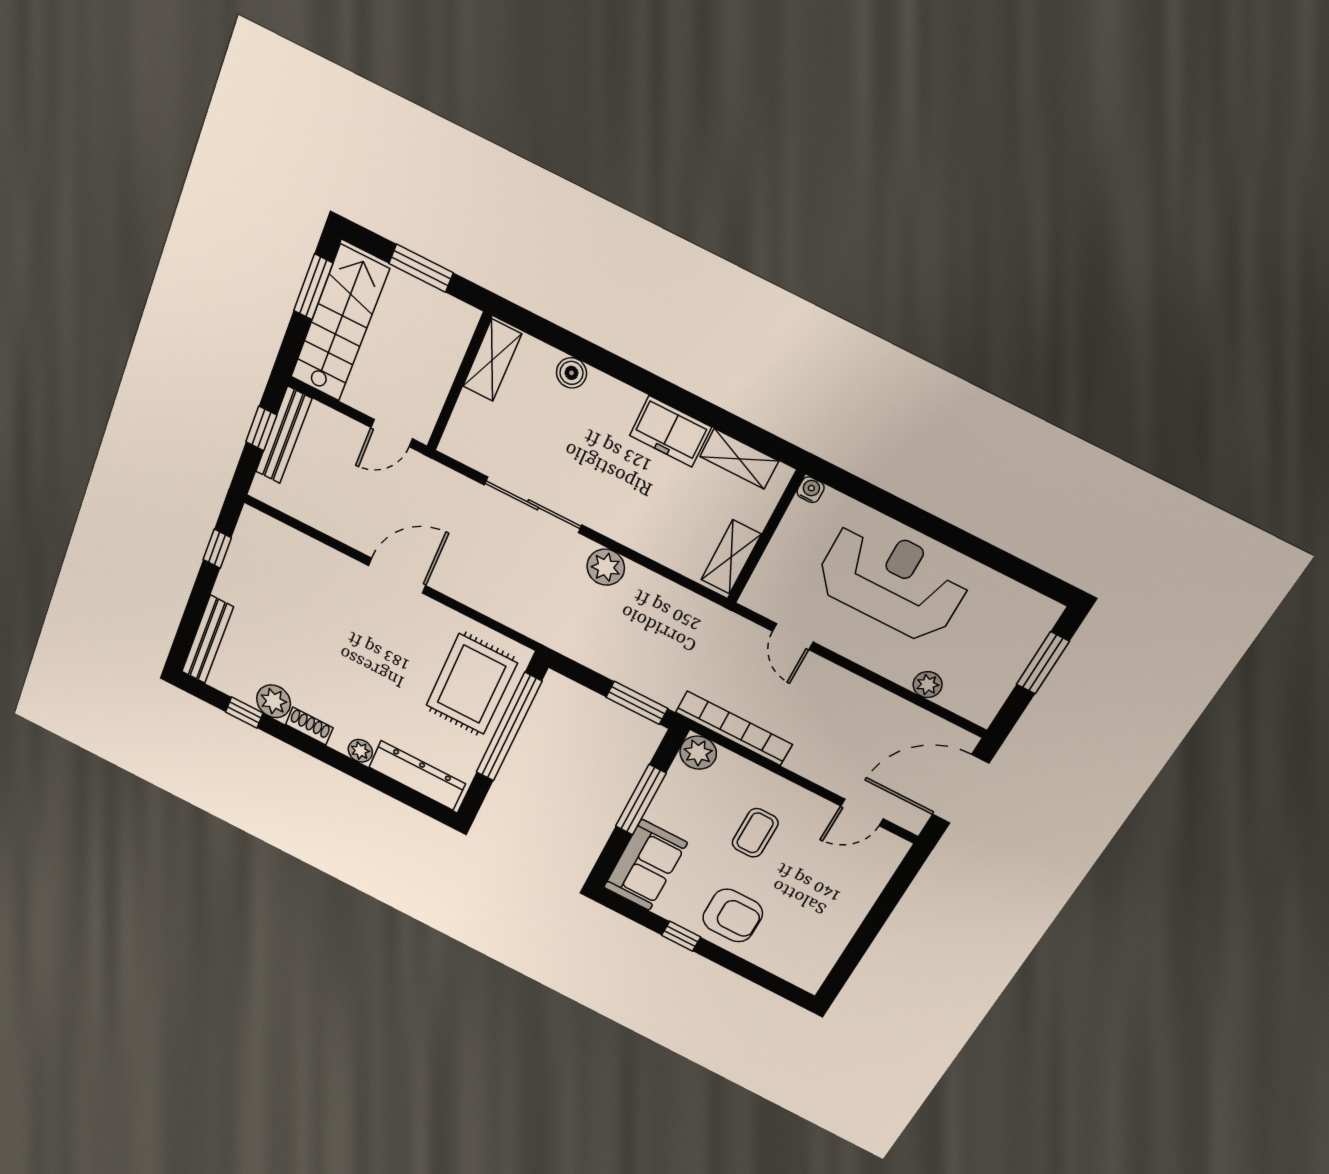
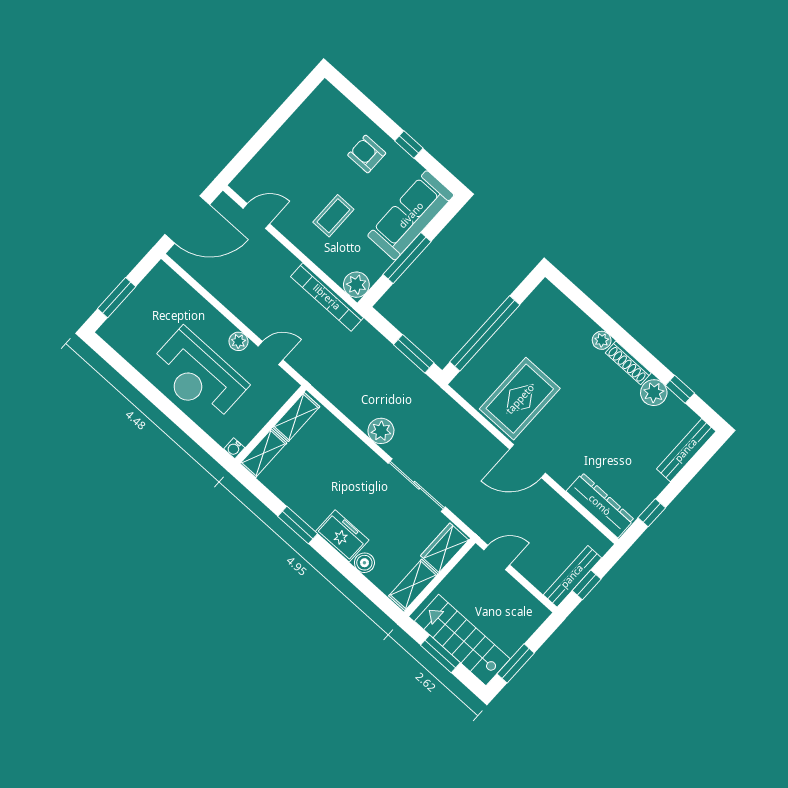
stairs: (340, 324) -> (462, 640), moved, turned 90
window: (685, 402) -> (298, 525), added
wardrobe: (466, 427) -> (445, 548), added
freezer: (670, 431) -> (342, 536), moved
shelving: (739, 459) -> (263, 453), moved, turned 90
door: (793, 637) -> (270, 353), hinge flipped
rug: (471, 684) -> (520, 399), moved
plant: (928, 685) -> (238, 341), moved
window: (637, 703) -> (414, 354), moved
shoe rack: (309, 726) -> (628, 363), width x1.43
dresser: (417, 776) -> (600, 505), moved, turned 180
sofa: (645, 865) -> (411, 215), width x1.36
armchair: (733, 916) -> (367, 154), width x0.72, depth x0.72

